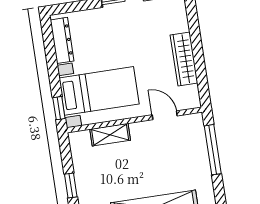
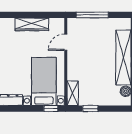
shelving: (110, 135) -> (73, 93), moved
window: (71, 186) -> (90, 109), moved

